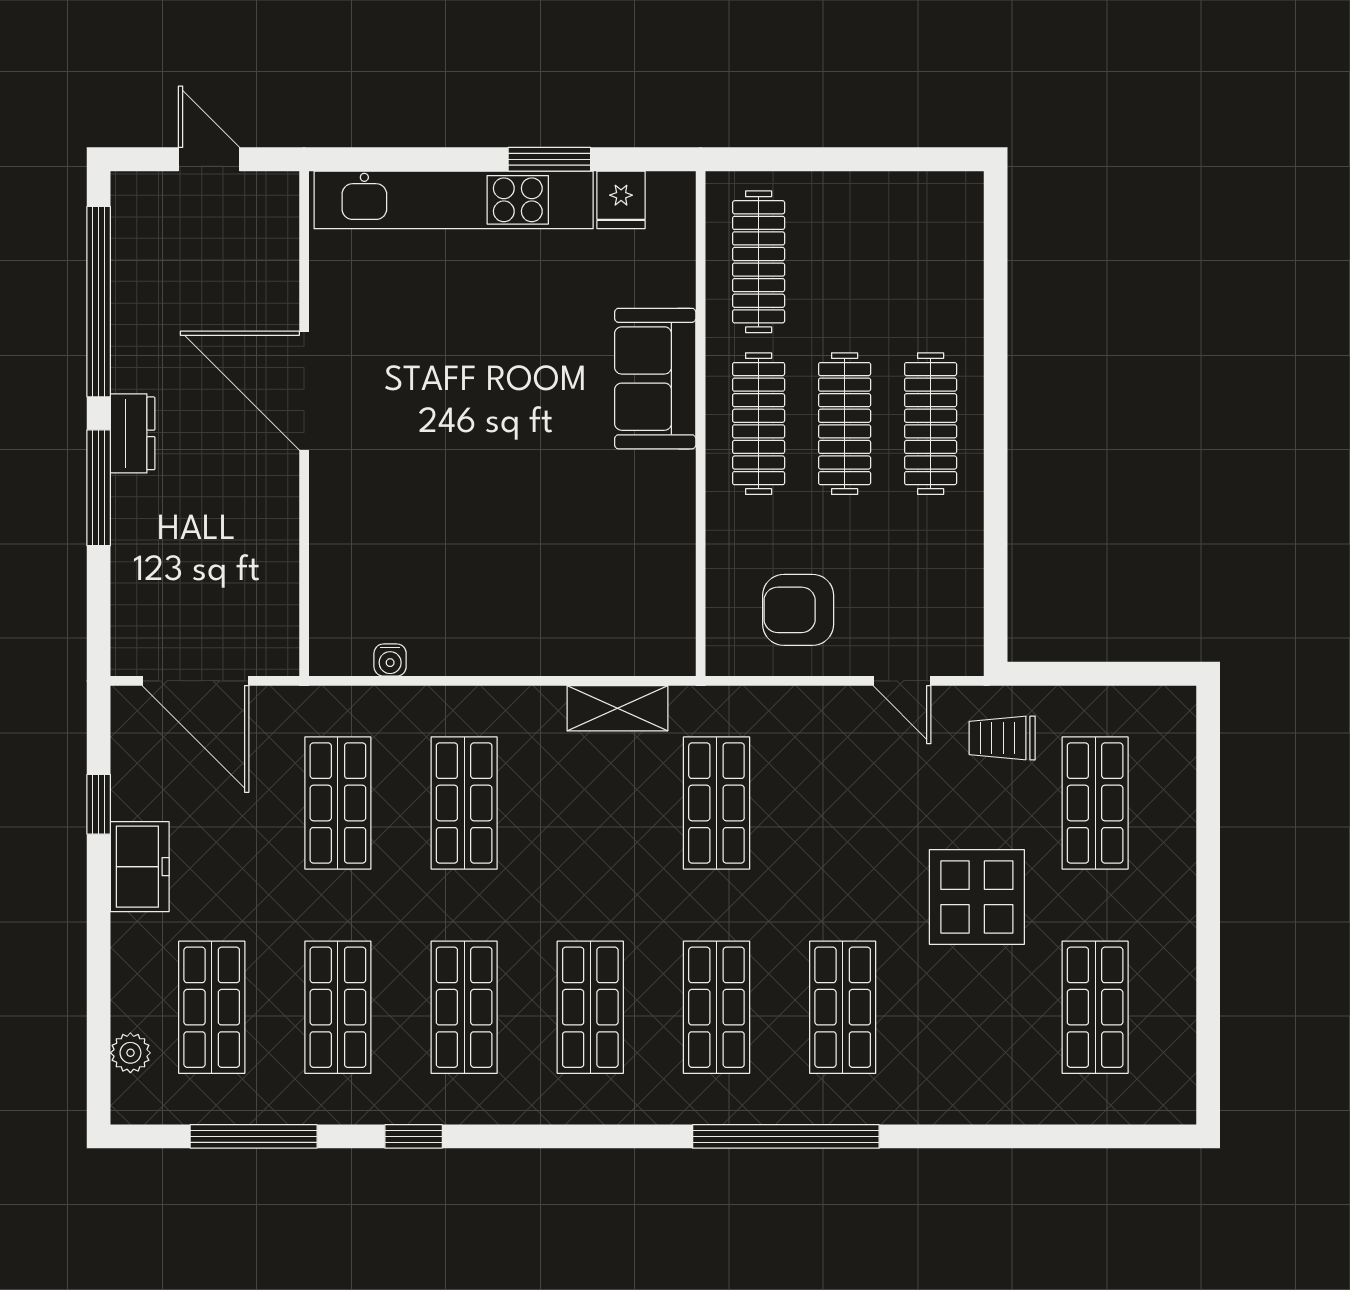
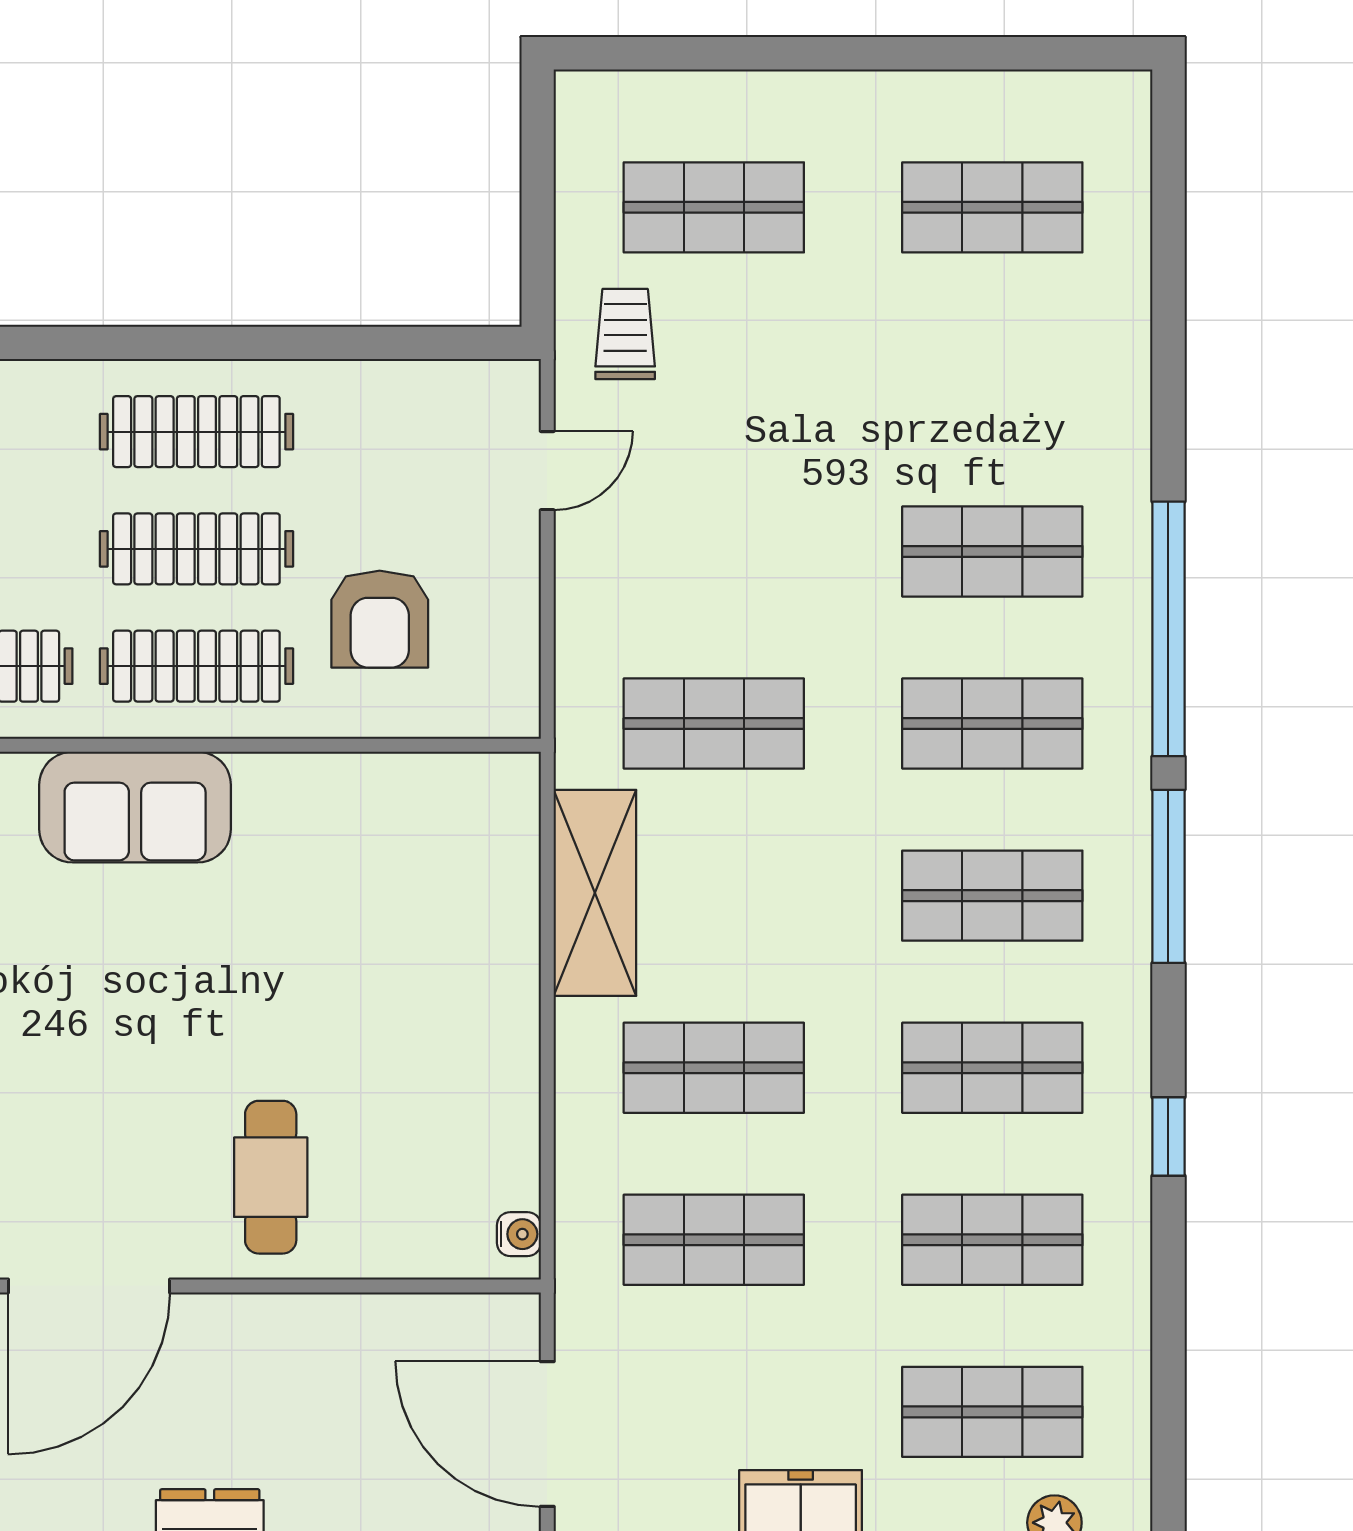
door: (304, 391) -> (89, 1286), moved
cafe table: (384, 478) -> (271, 1177), added
armchair: (798, 610) -> (380, 619), moved
water cooler: (390, 660) -> (519, 1234), moved
door: (195, 681) -> (547, 1434), swing flipped
shelving: (617, 708) -> (595, 893), width x1.50, depth x1.33
trolley: (1002, 738) -> (625, 334), turned 180
display table: (977, 897) -> (842, 369), removed
window: (254, 1136) -> (1168, 876), moved

